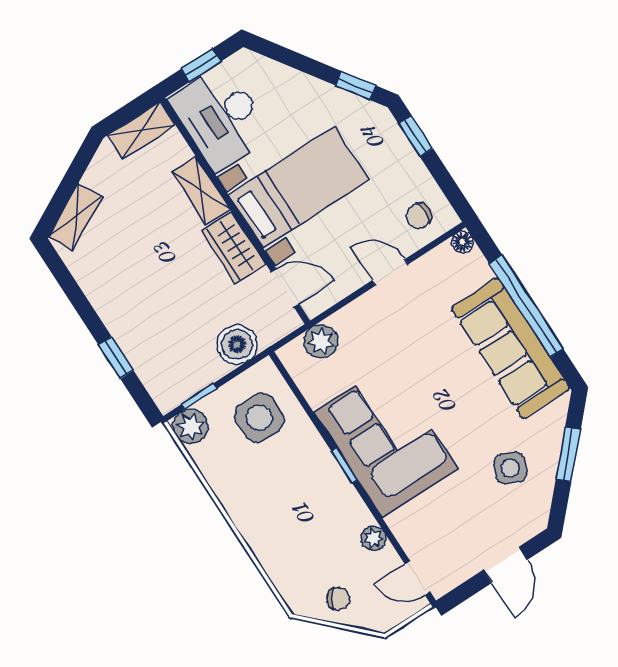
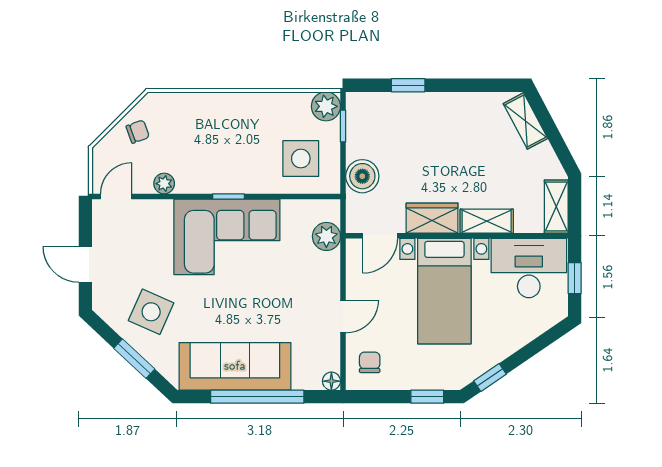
side table: (510, 468) -> (151, 312), width x1.37, depth x1.37
chair: (338, 599) -> (138, 132), turned -144

